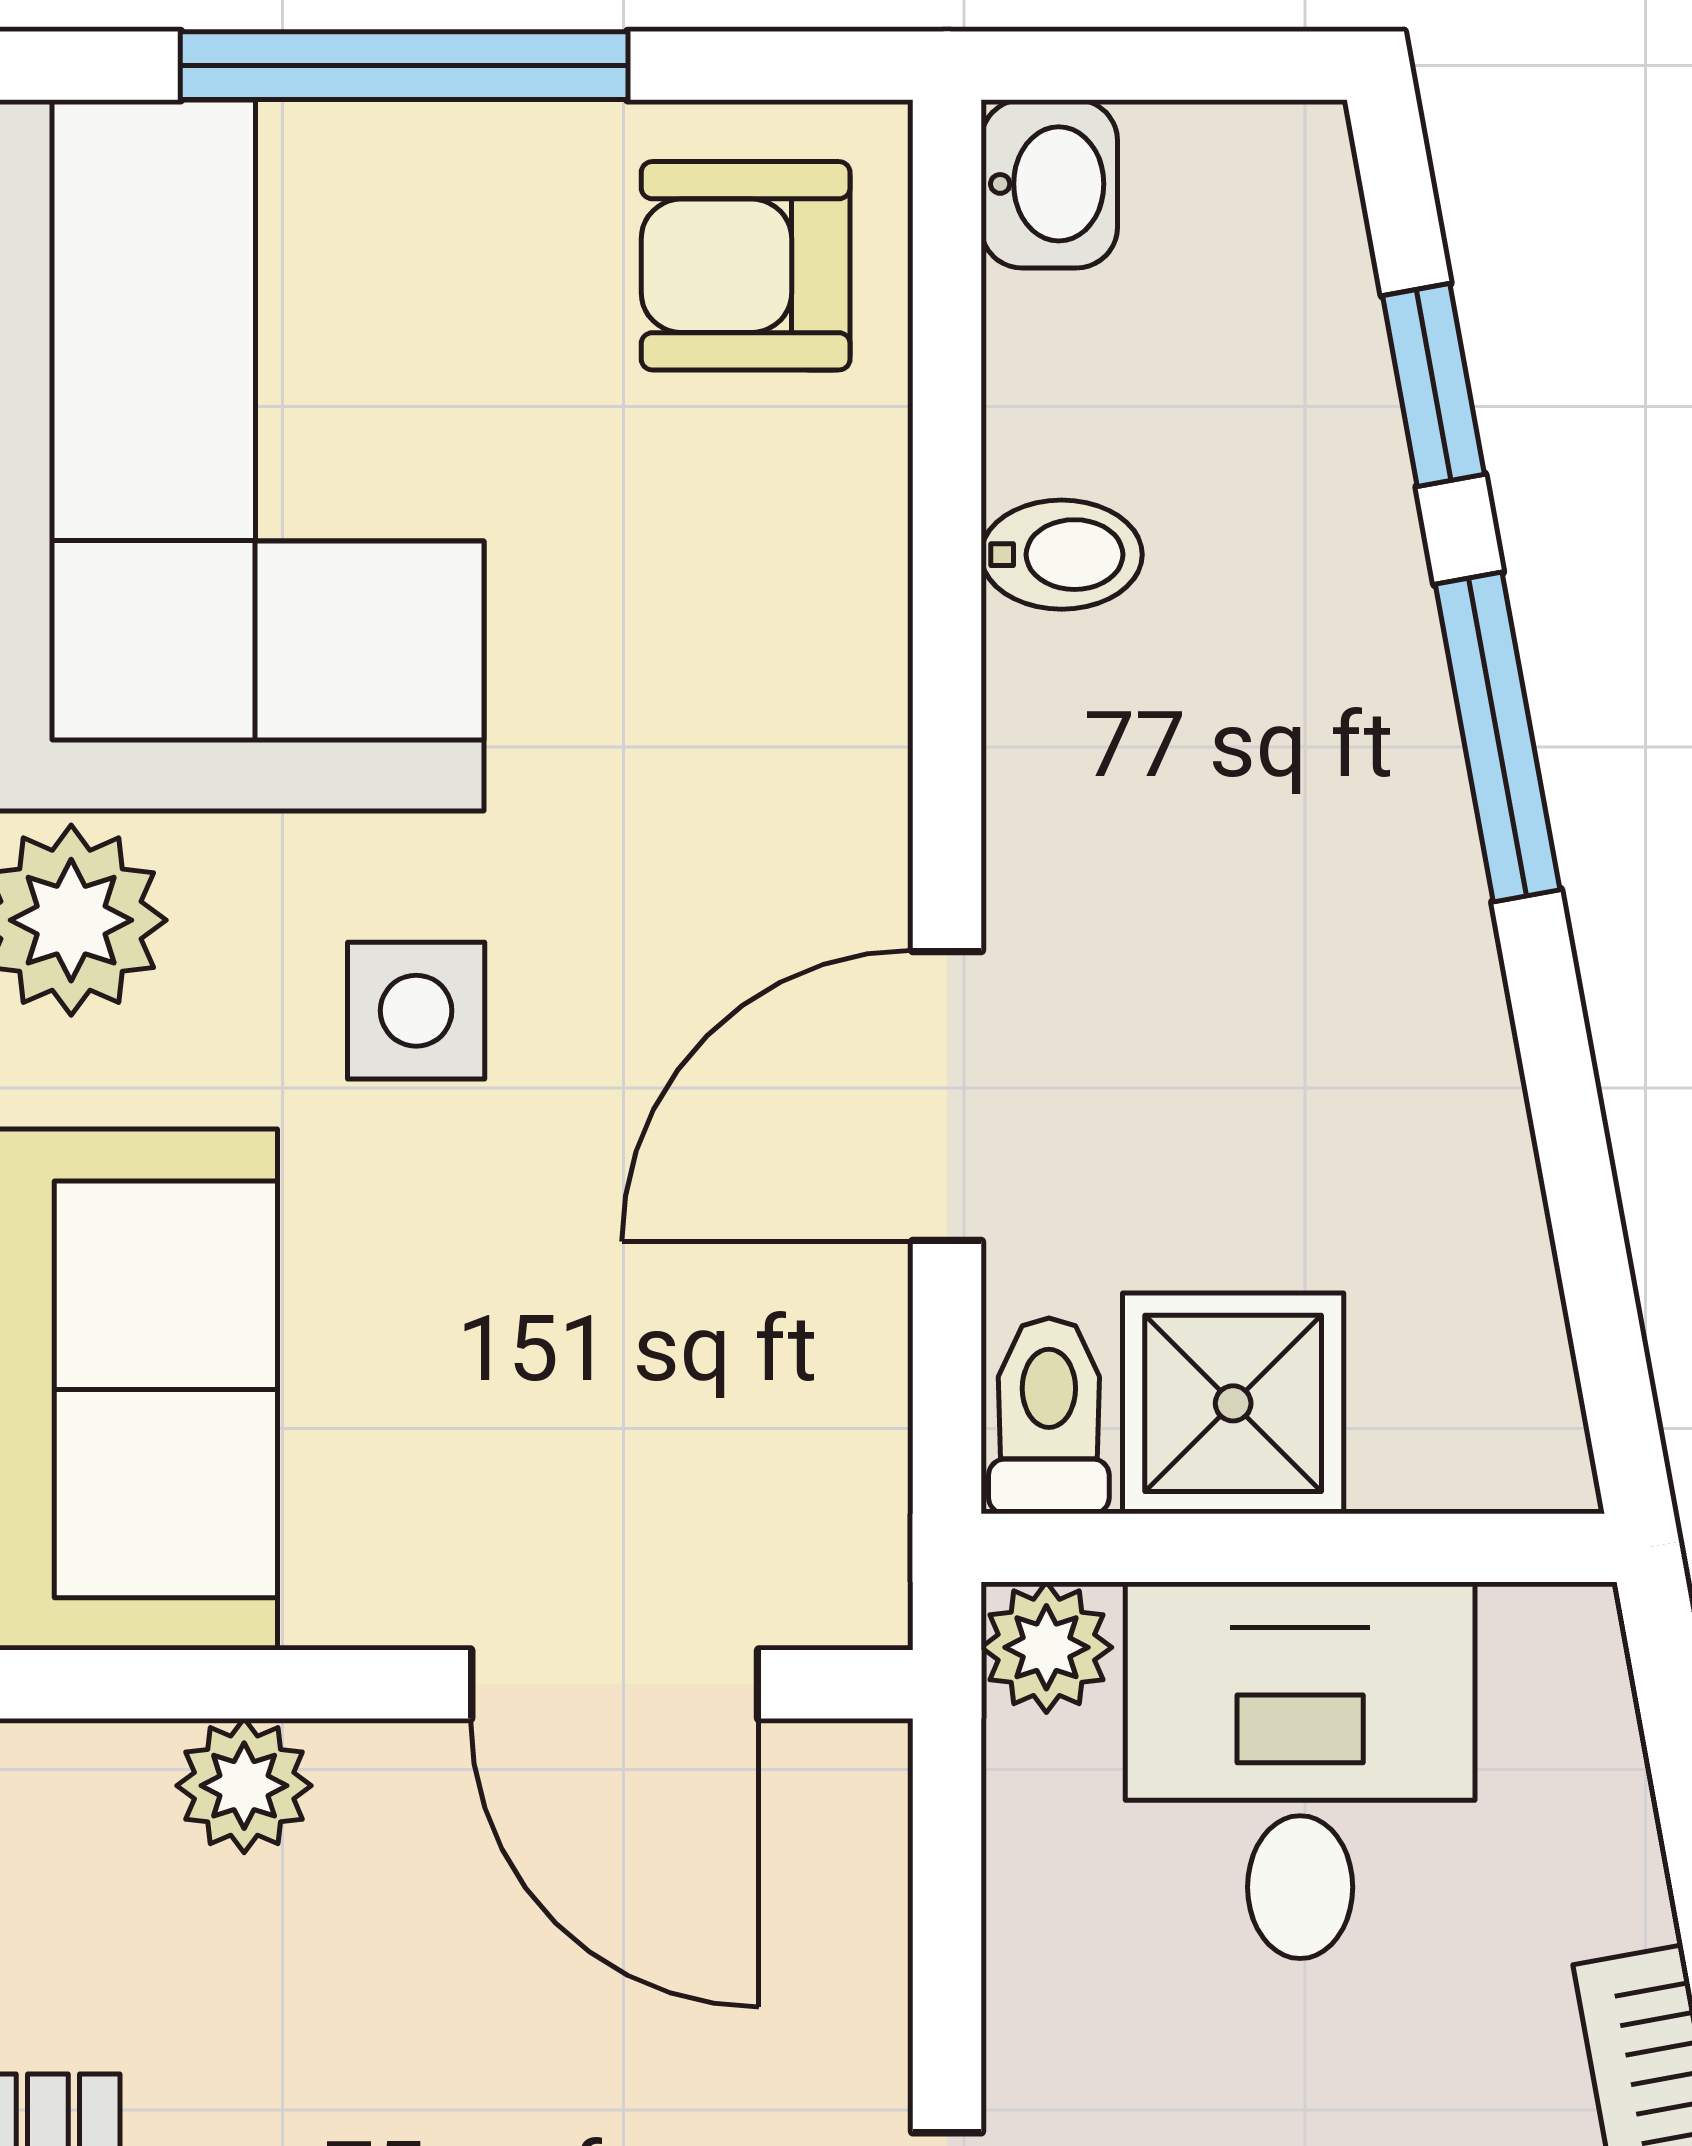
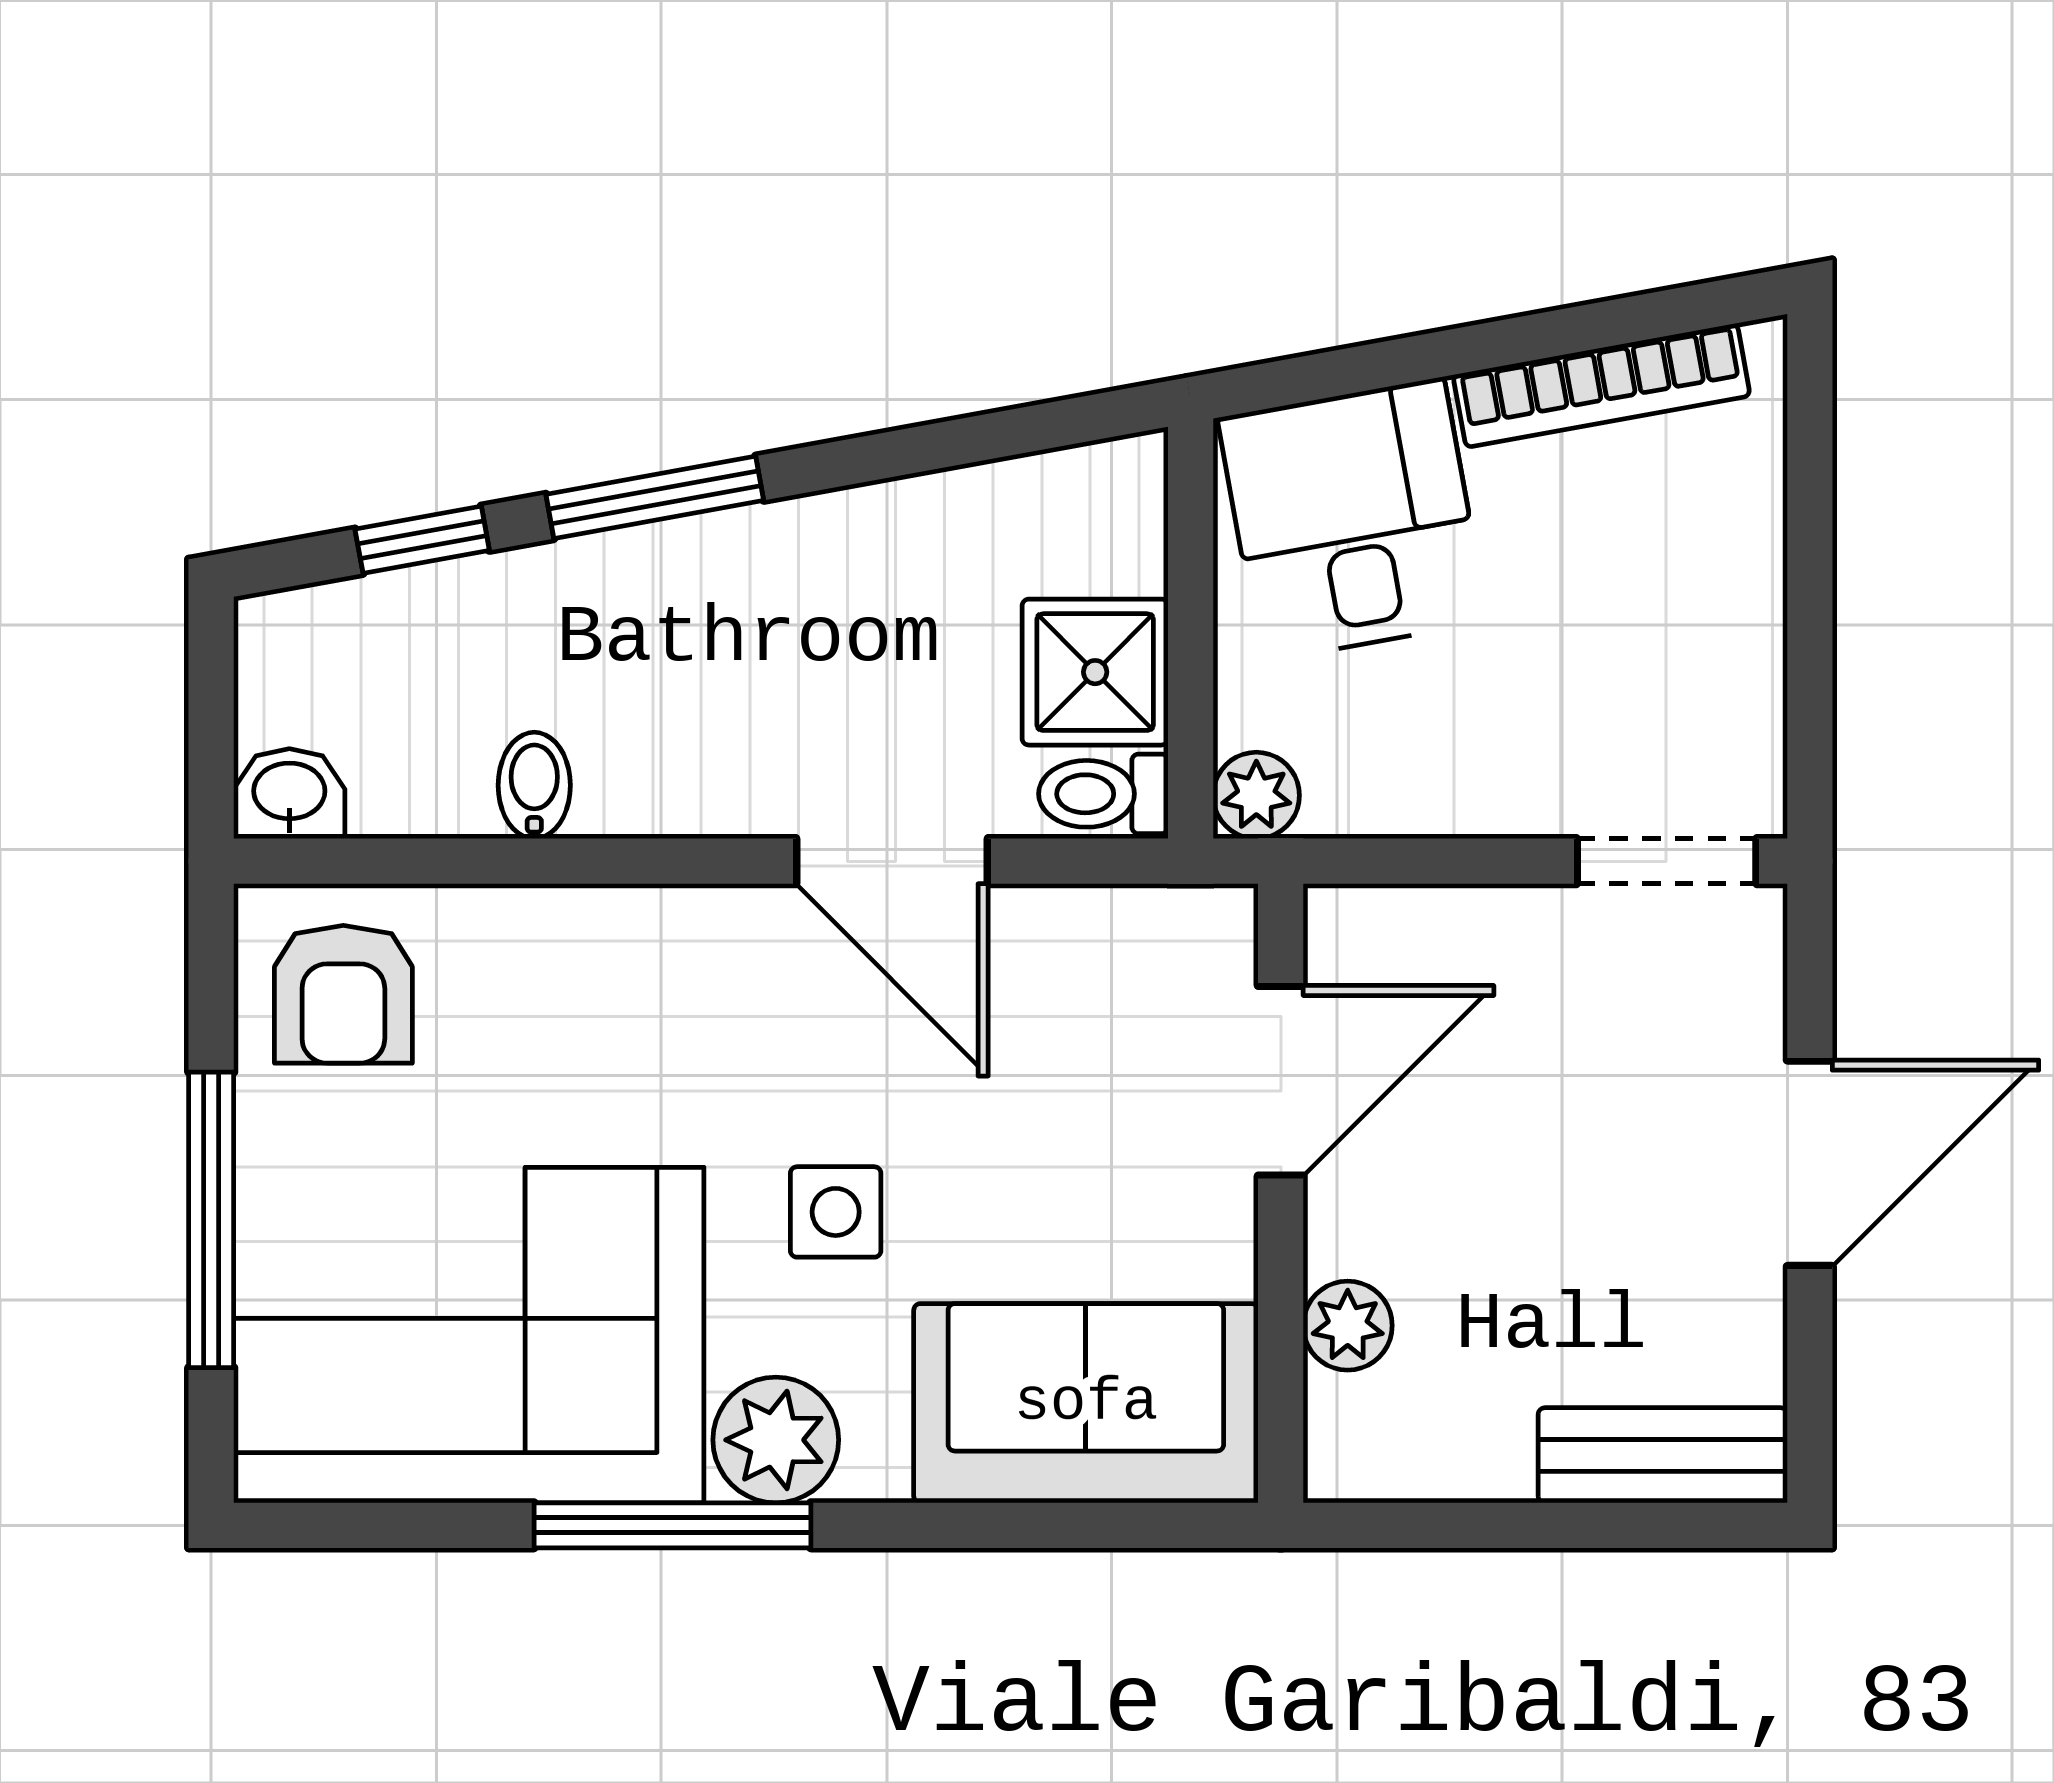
desk: (1300, 1770) -> (1353, 520), moved, turned 80

